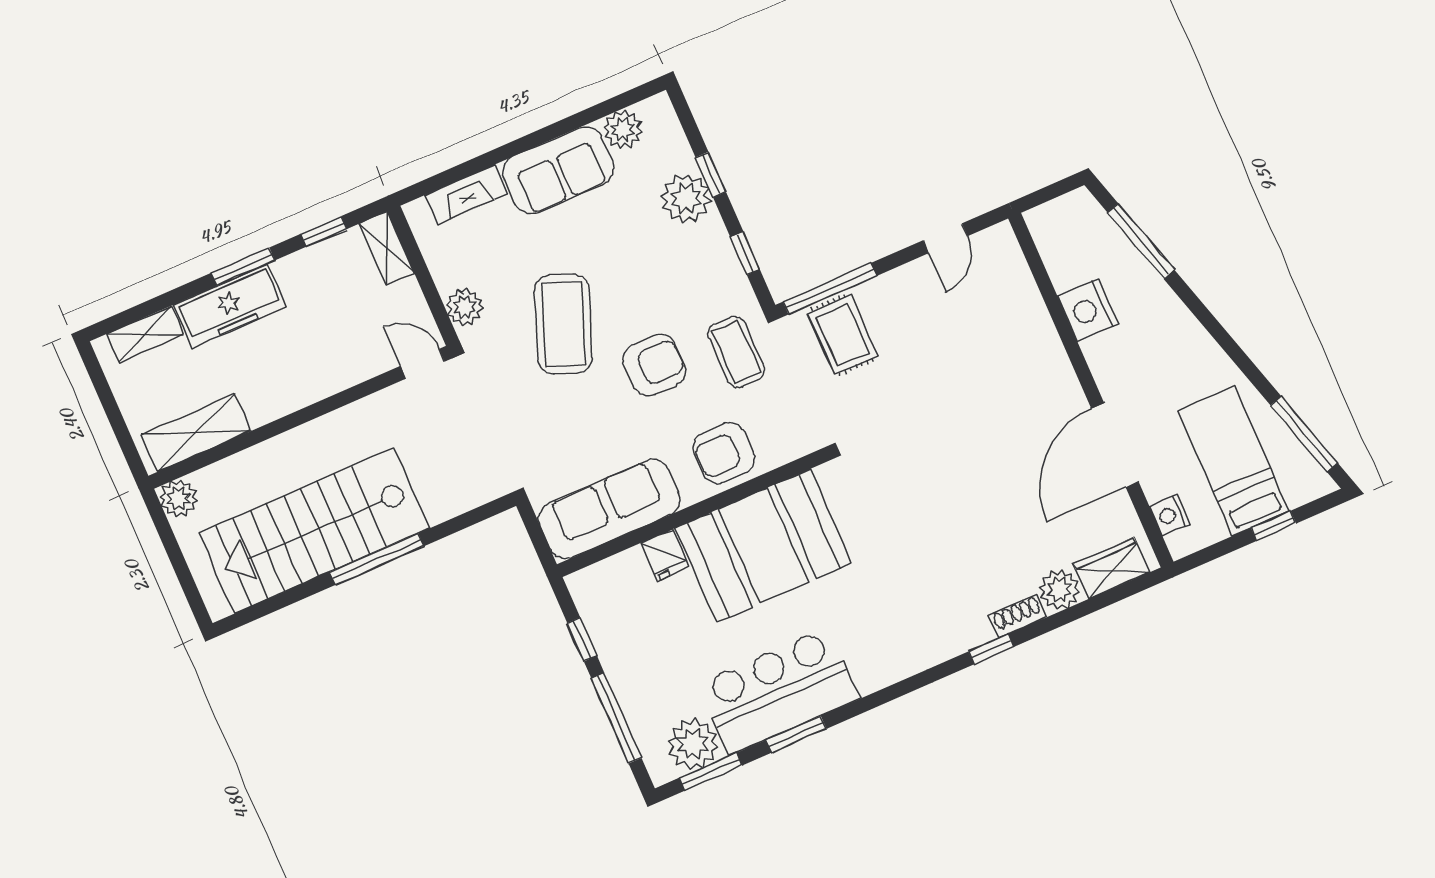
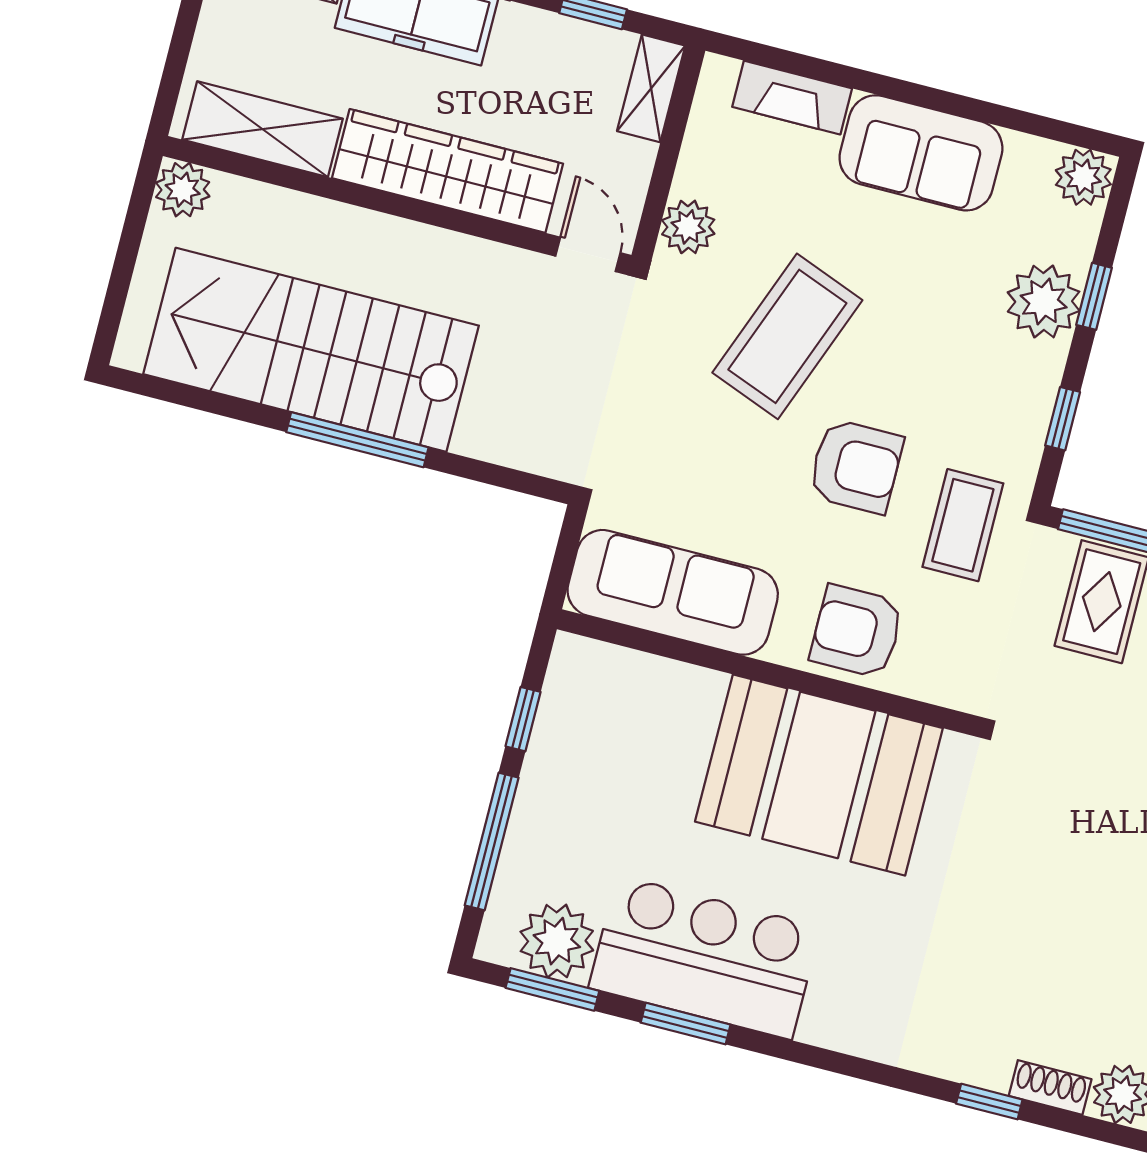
plant: (623, 130) -> (1083, 177), moved
wardrobe: (313, 378) -> (448, 171), added
fridge: (665, 555) -> (696, 697), removed

